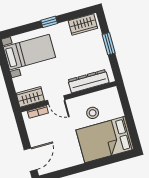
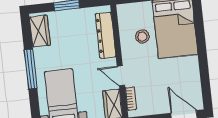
window: (49, 22) -> (31, 69), width x2.17
door: (56, 100) -> (121, 76), swing flipped

